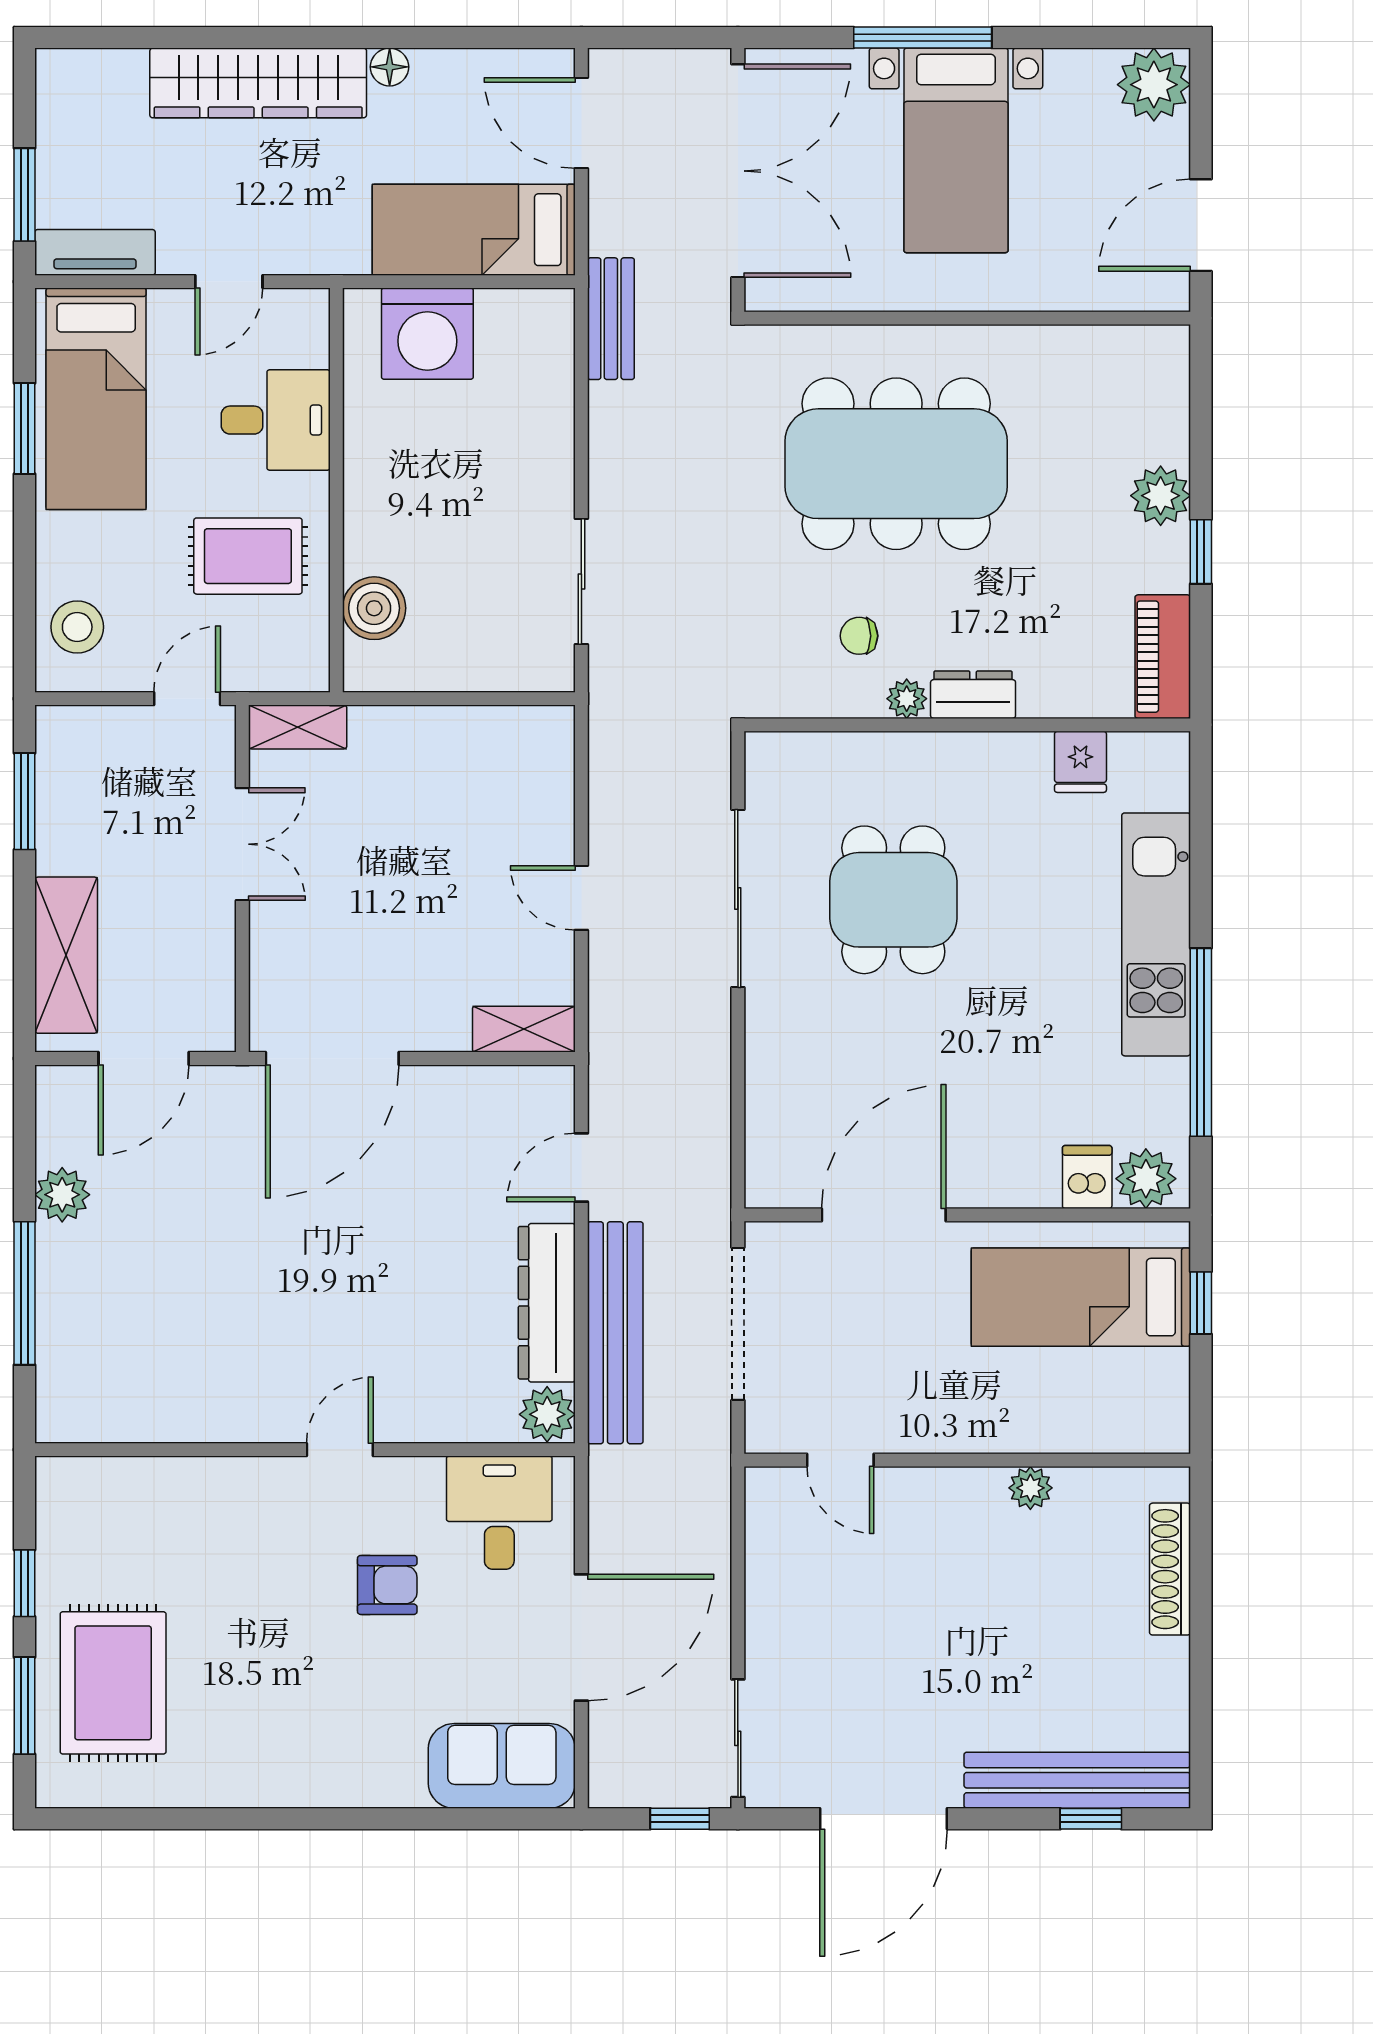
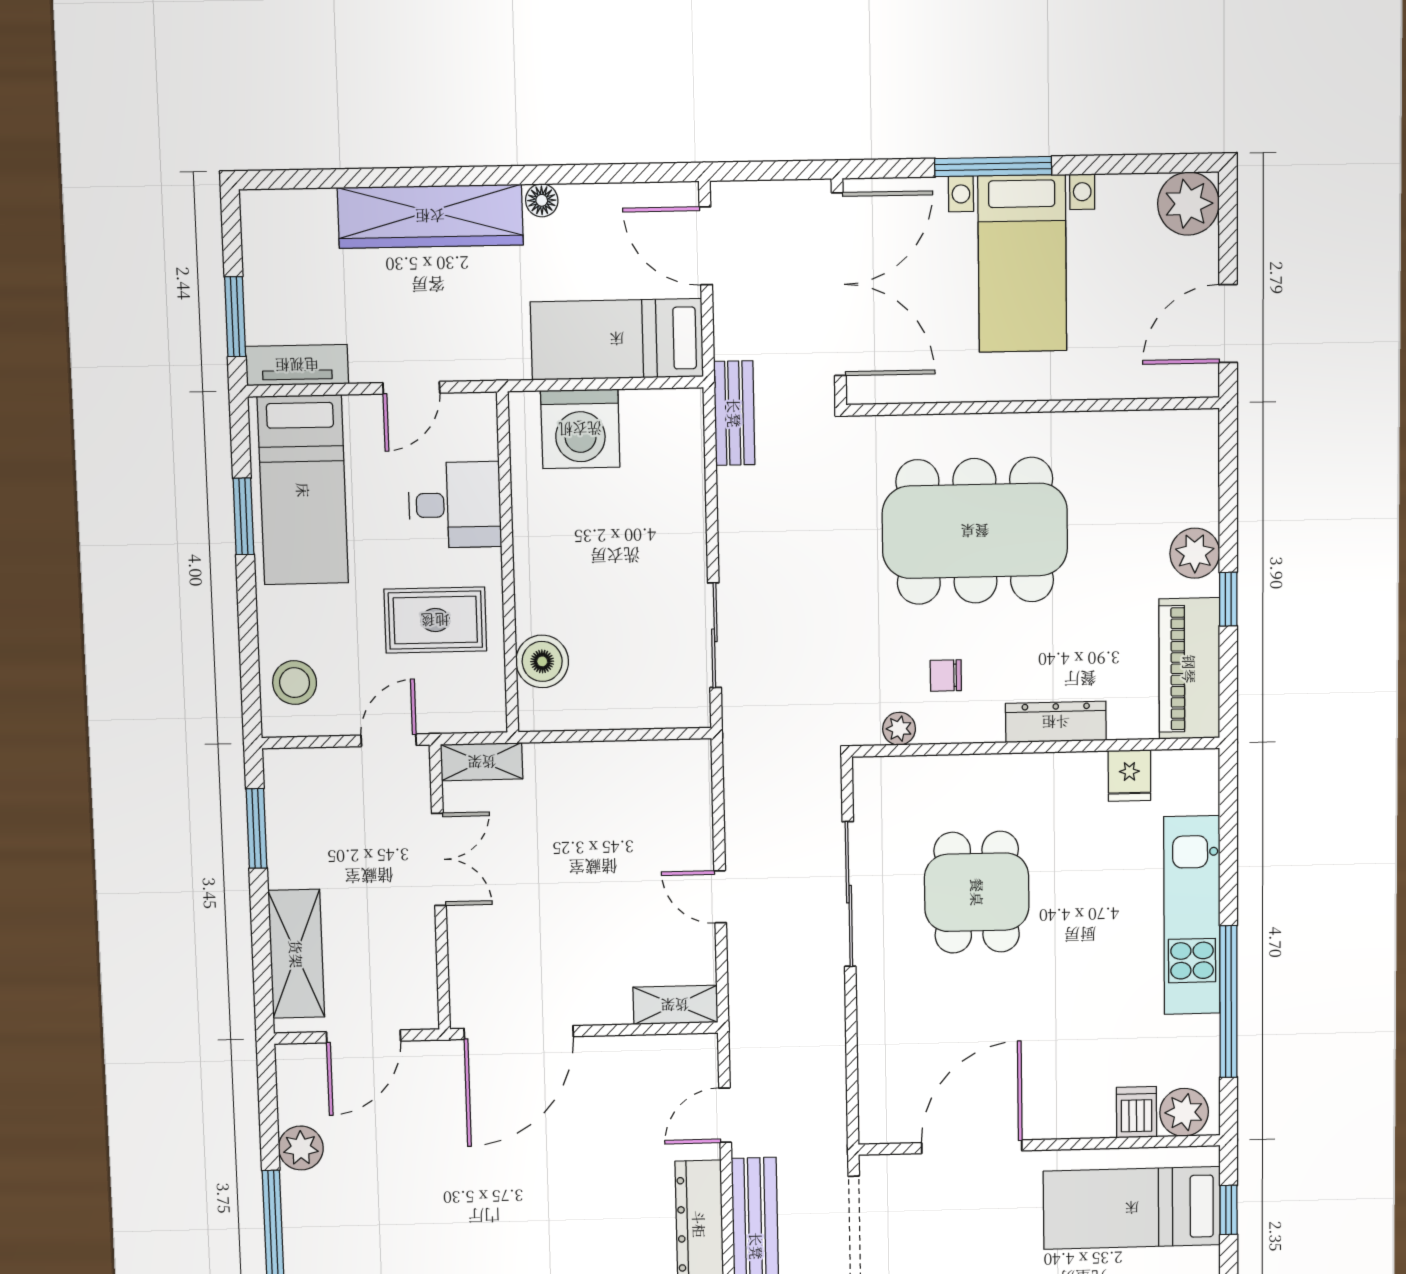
piano: (1163, 657) -> (1189, 669), width x1.37, depth x1.33
dresser: (973, 695) -> (1056, 722), width x1.44
plant: (907, 699) -> (899, 729), moved

